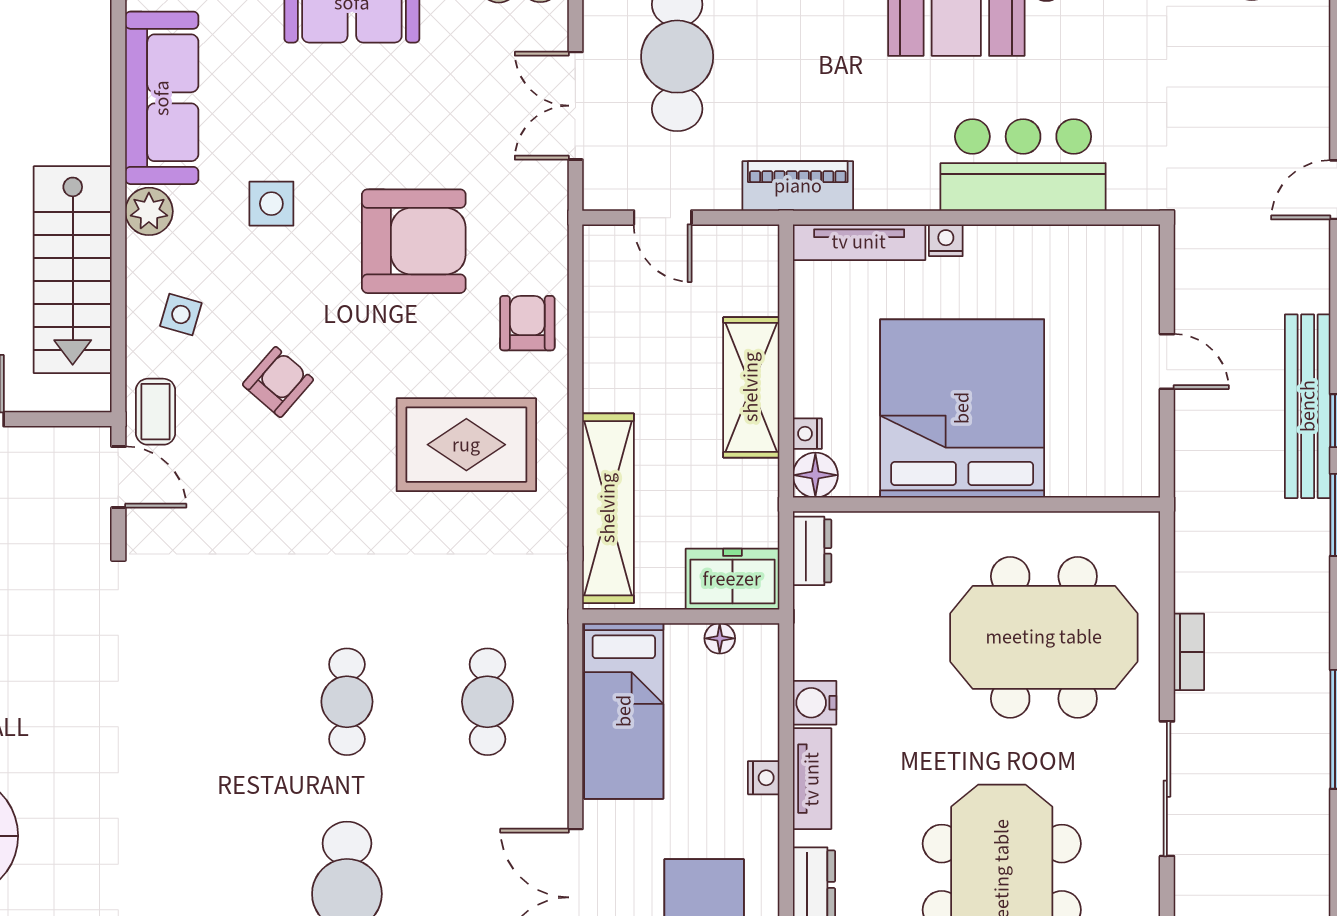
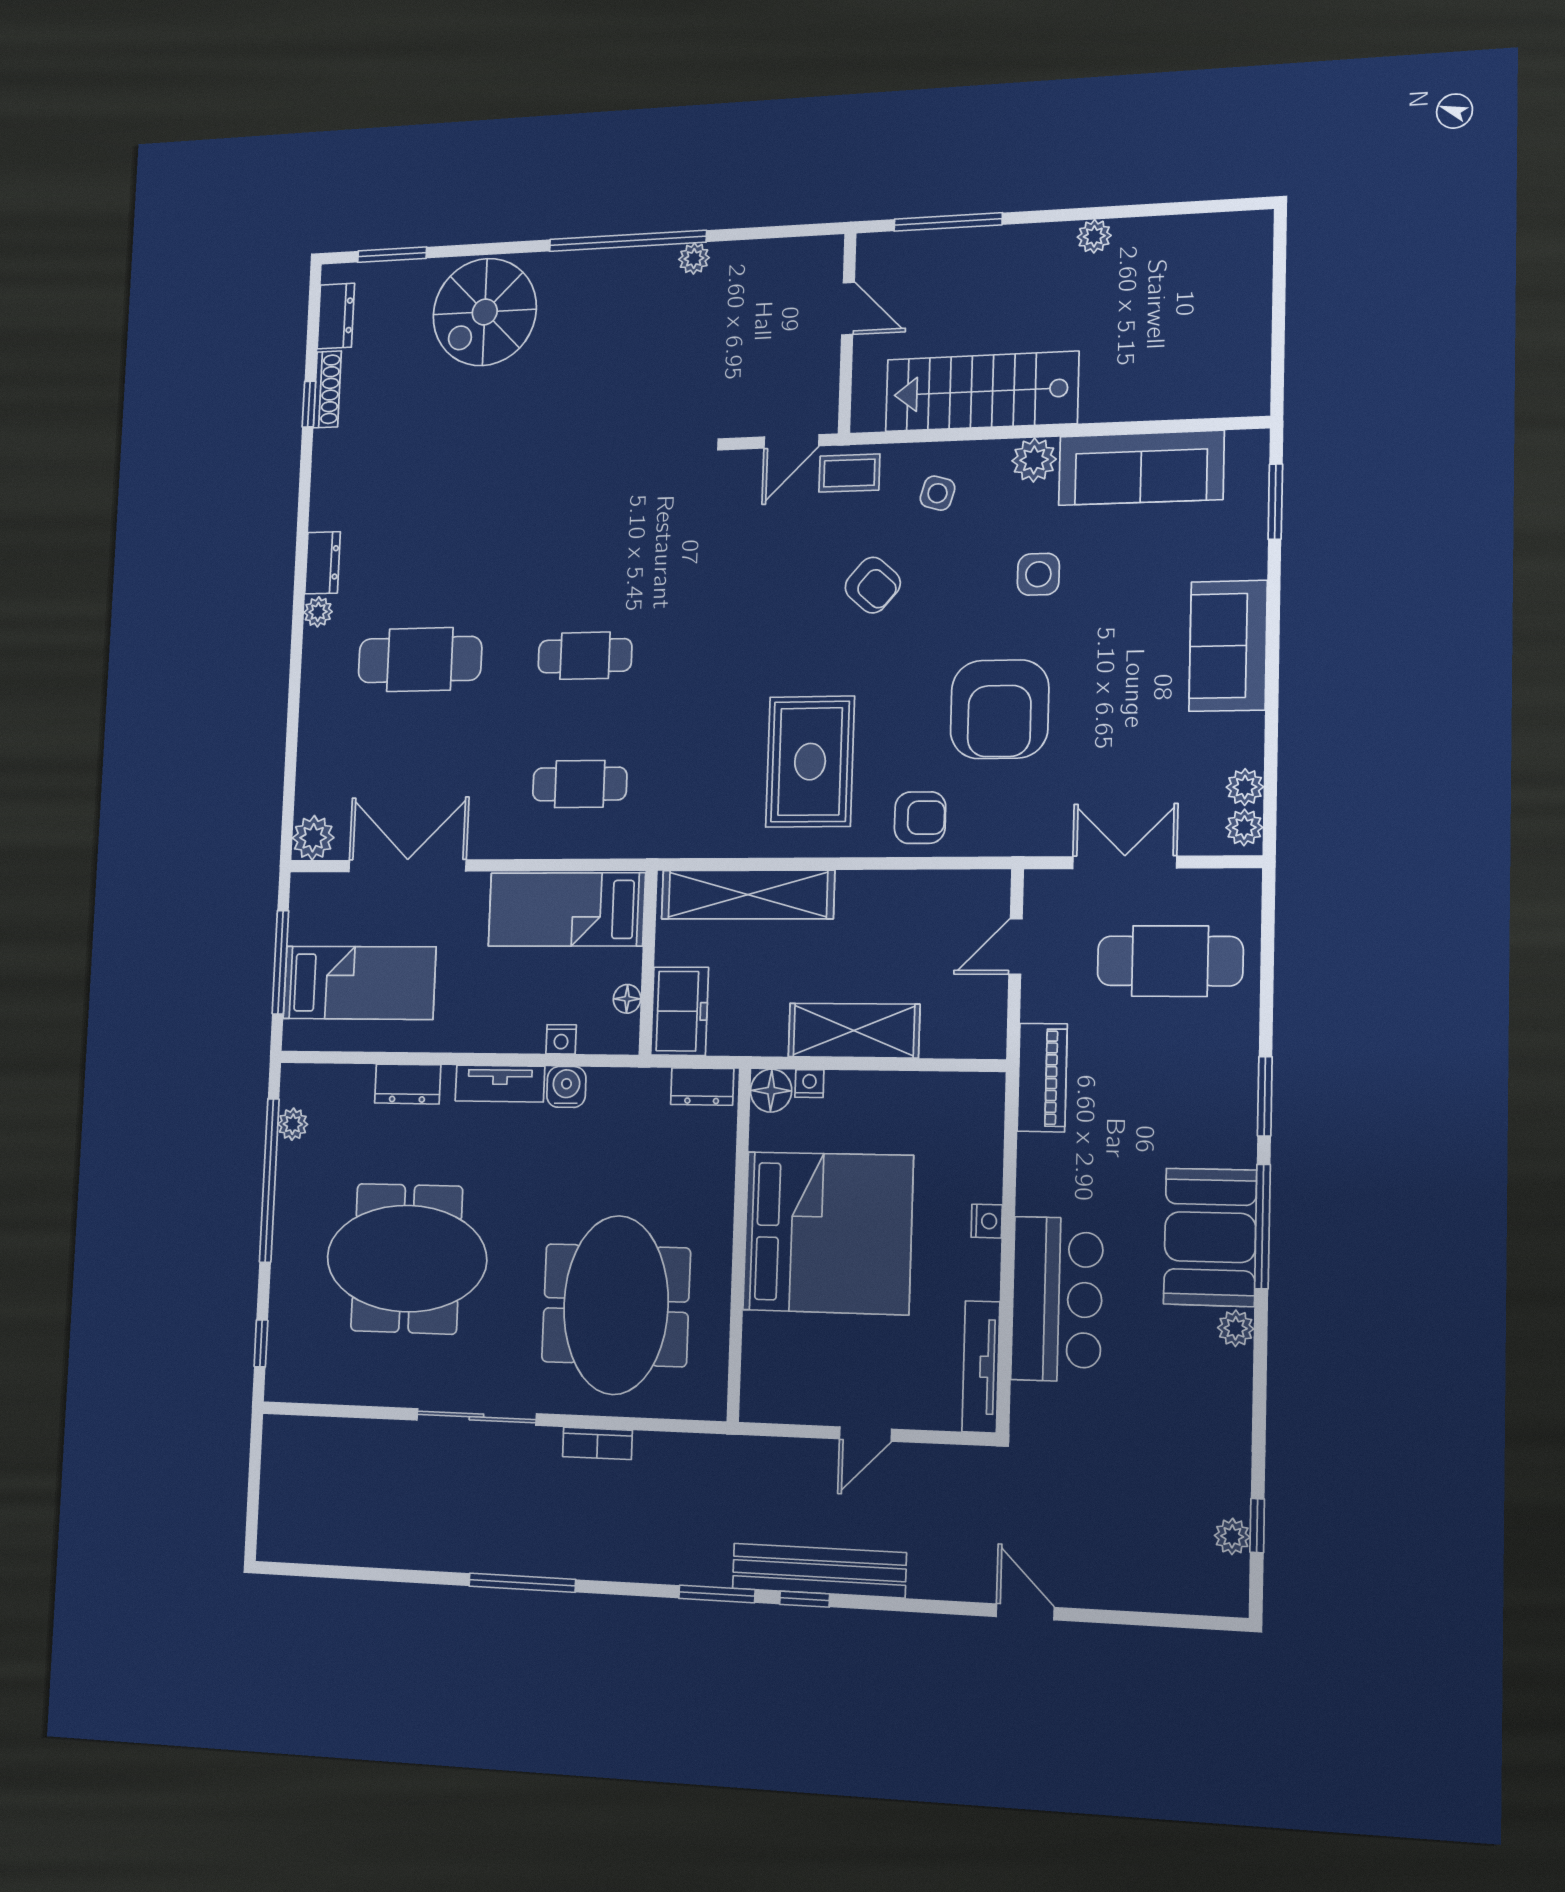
tv unit: (859, 242) -> (981, 1367), moved
nightstand: (764, 778) -> (561, 1039), moved

